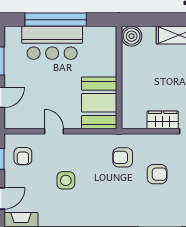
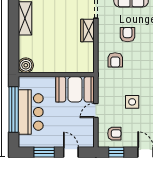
boiler: (132, 36) -> (26, 65), moved
wall: (119, 77) -> (56, 75), moved
booth: (99, 103) -> (75, 89), moved

